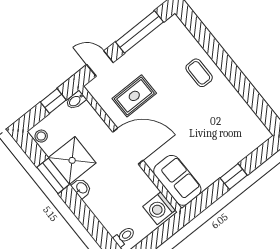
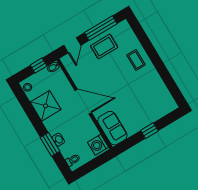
door: (100, 64) -> (72, 45), swing flipped
rug: (134, 96) -> (104, 47), moved
window: (53, 176) -> (50, 144), moved
washbasin: (82, 188) -> (58, 140), moved

